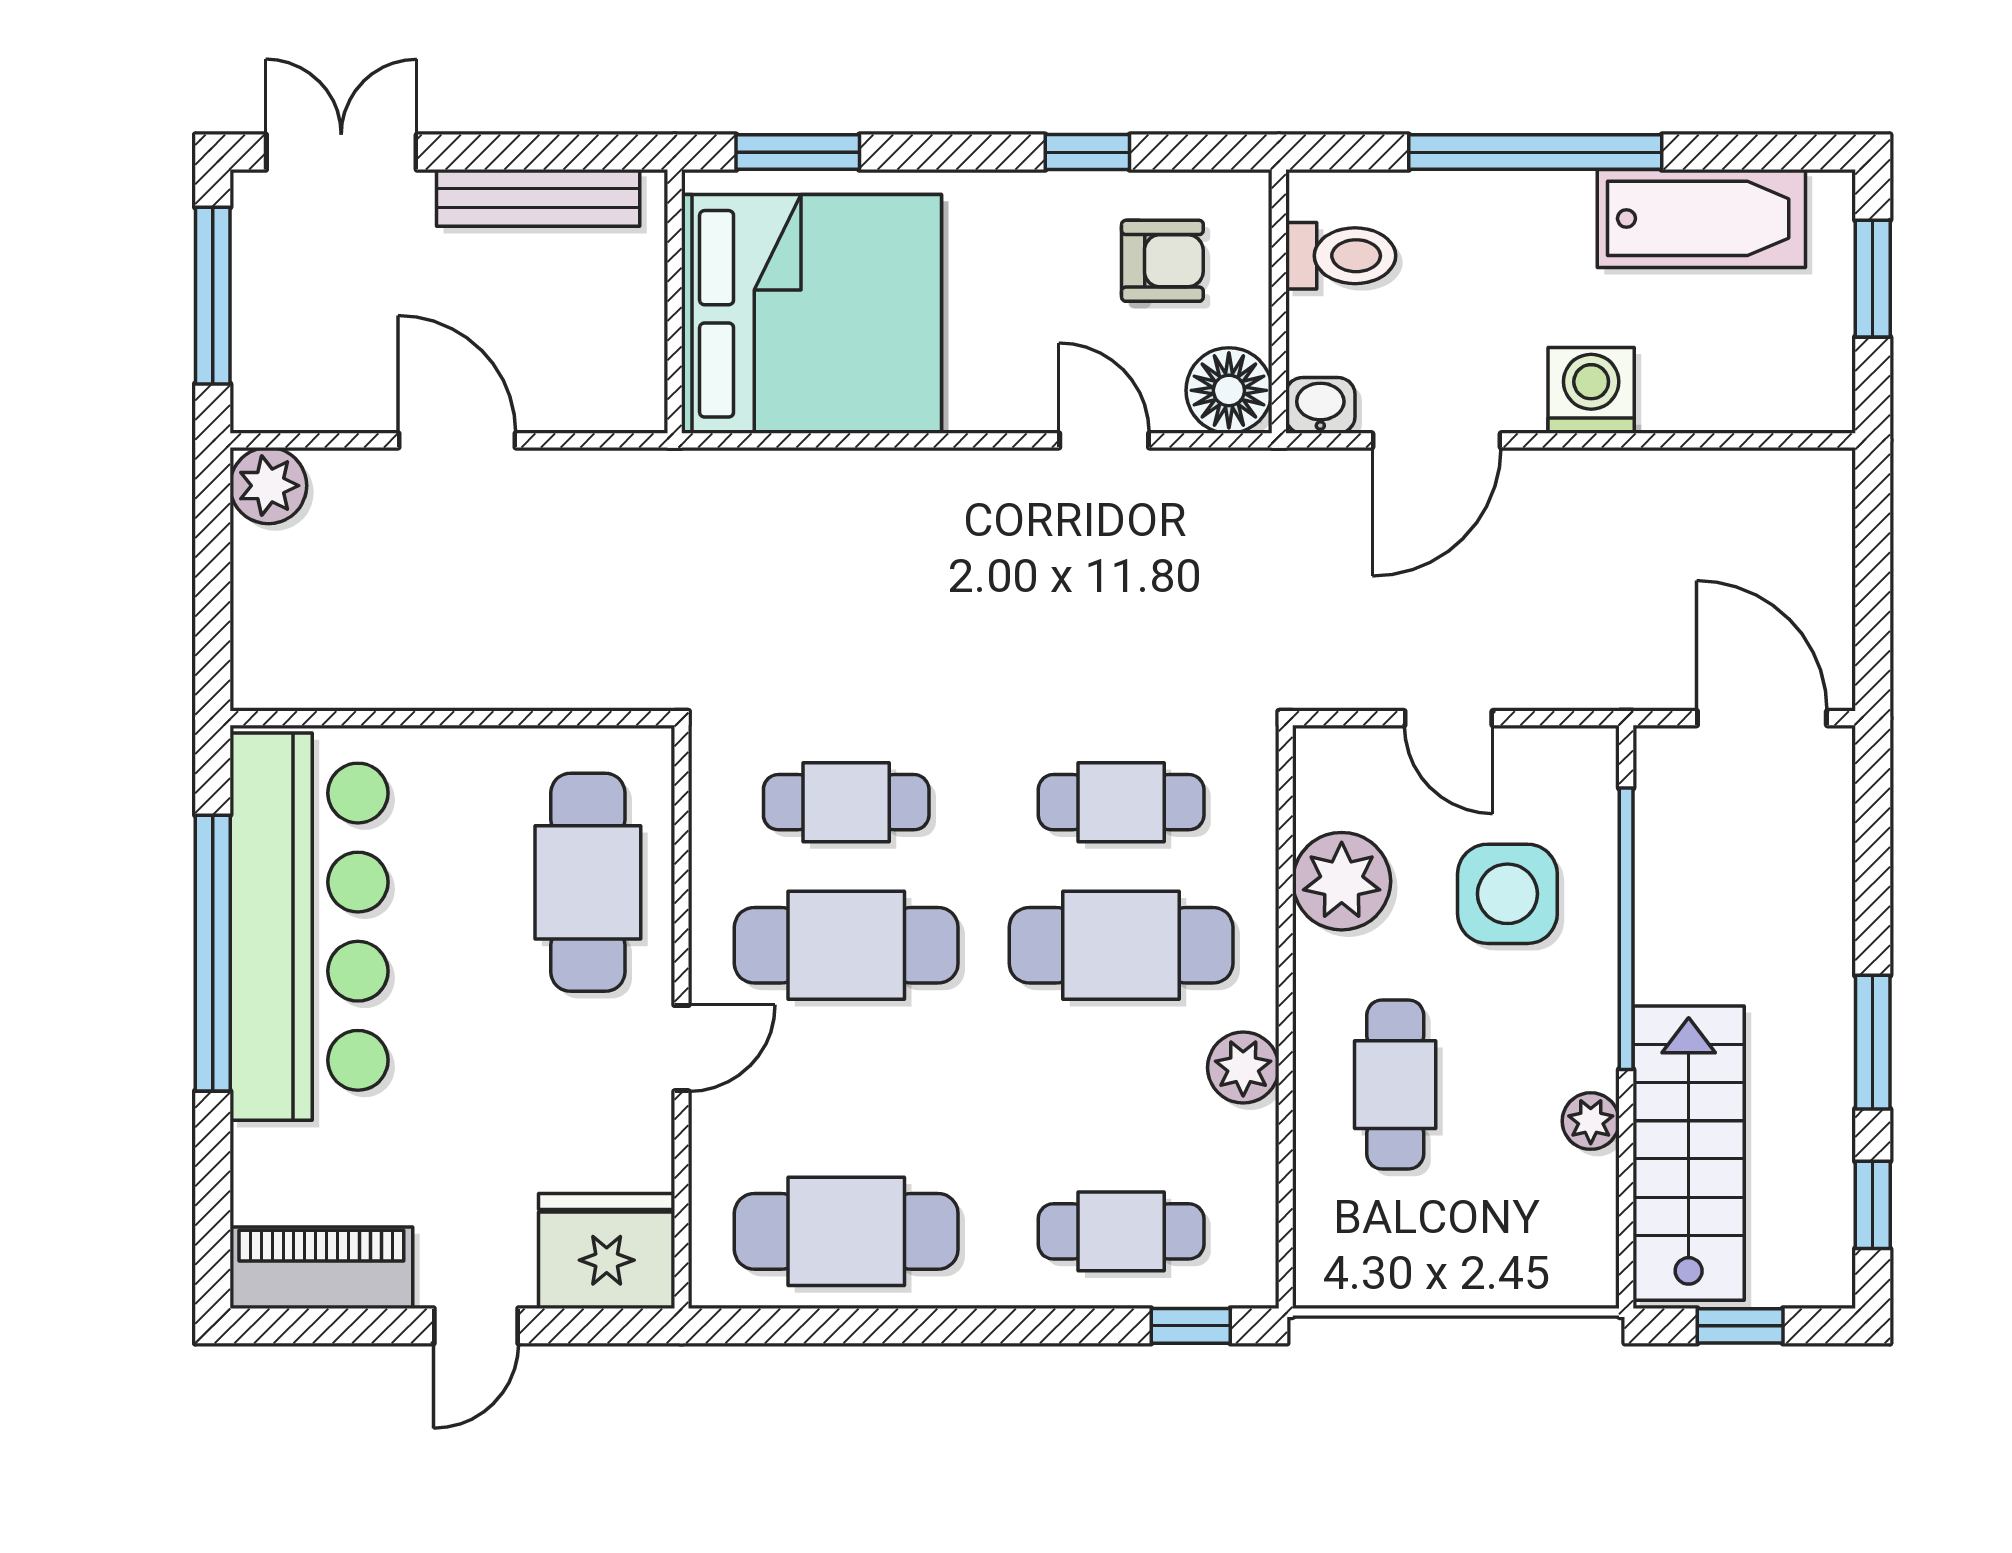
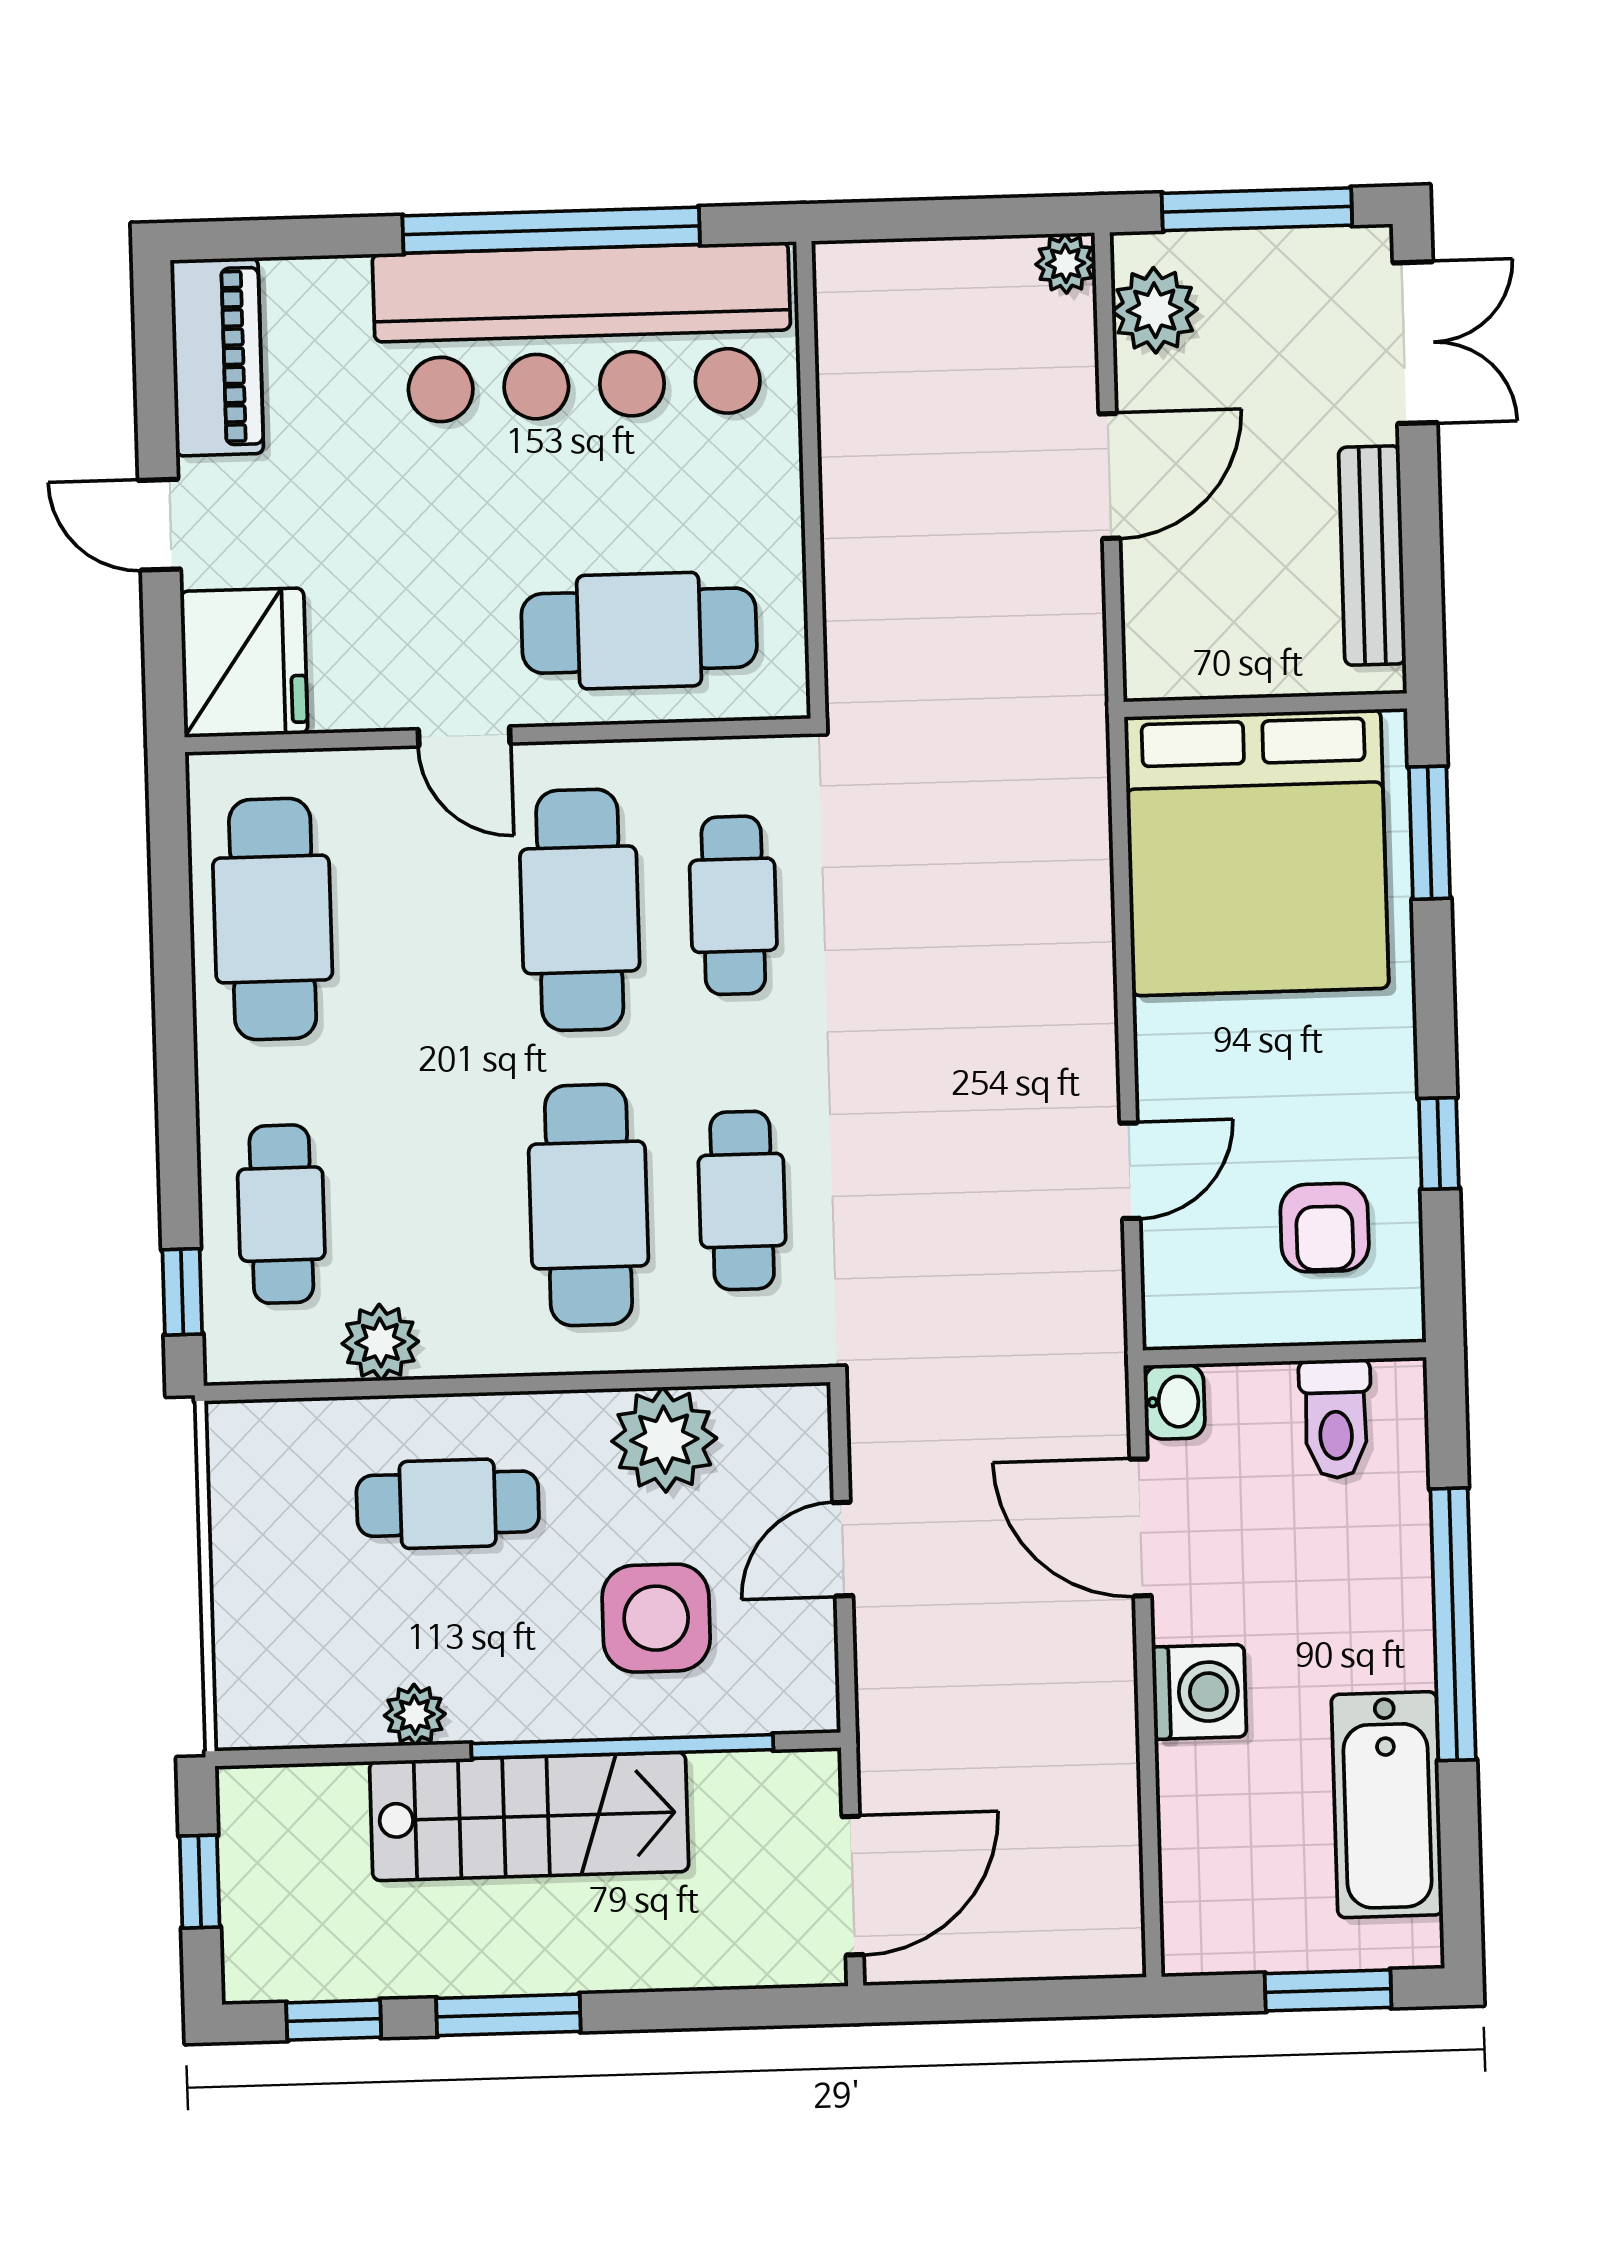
floor lamp: (1229, 390) -> (1187, 1303), removed
plant: (304, 394) -> (1155, 310), added
plant: (268, 486) -> (1066, 263), width x0.73, depth x0.73
plant: (1243, 1068) -> (380, 1342), moved
stairs: (1689, 1153) -> (529, 1816), moved

